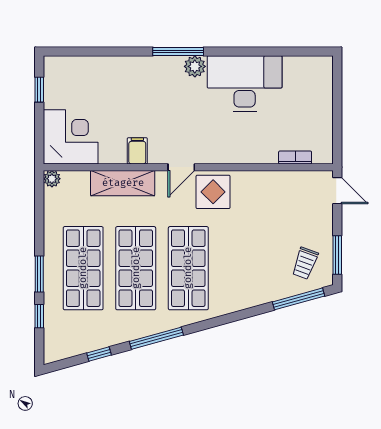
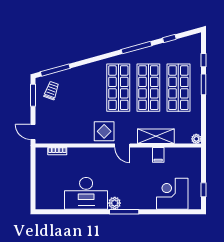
corner desk: (71, 137) -> (172, 194), moved, turned 90
filing cabinet: (137, 151) -> (158, 155), moved
door: (181, 167) -> (122, 145), swing flipped

